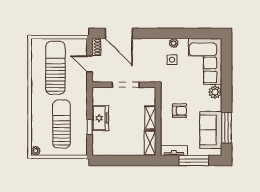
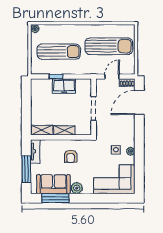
plant: (215, 92) -> (77, 188), moved

